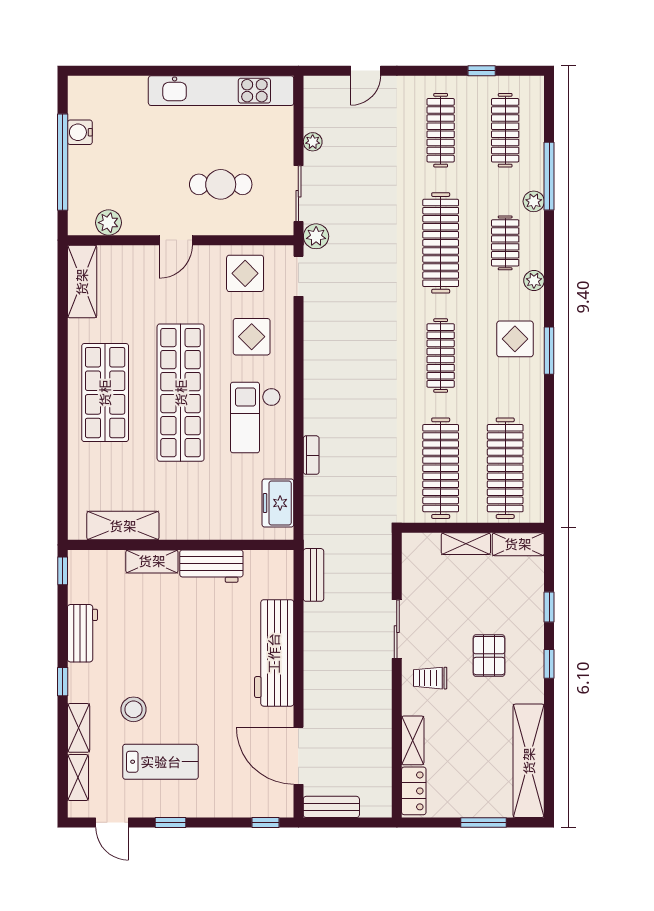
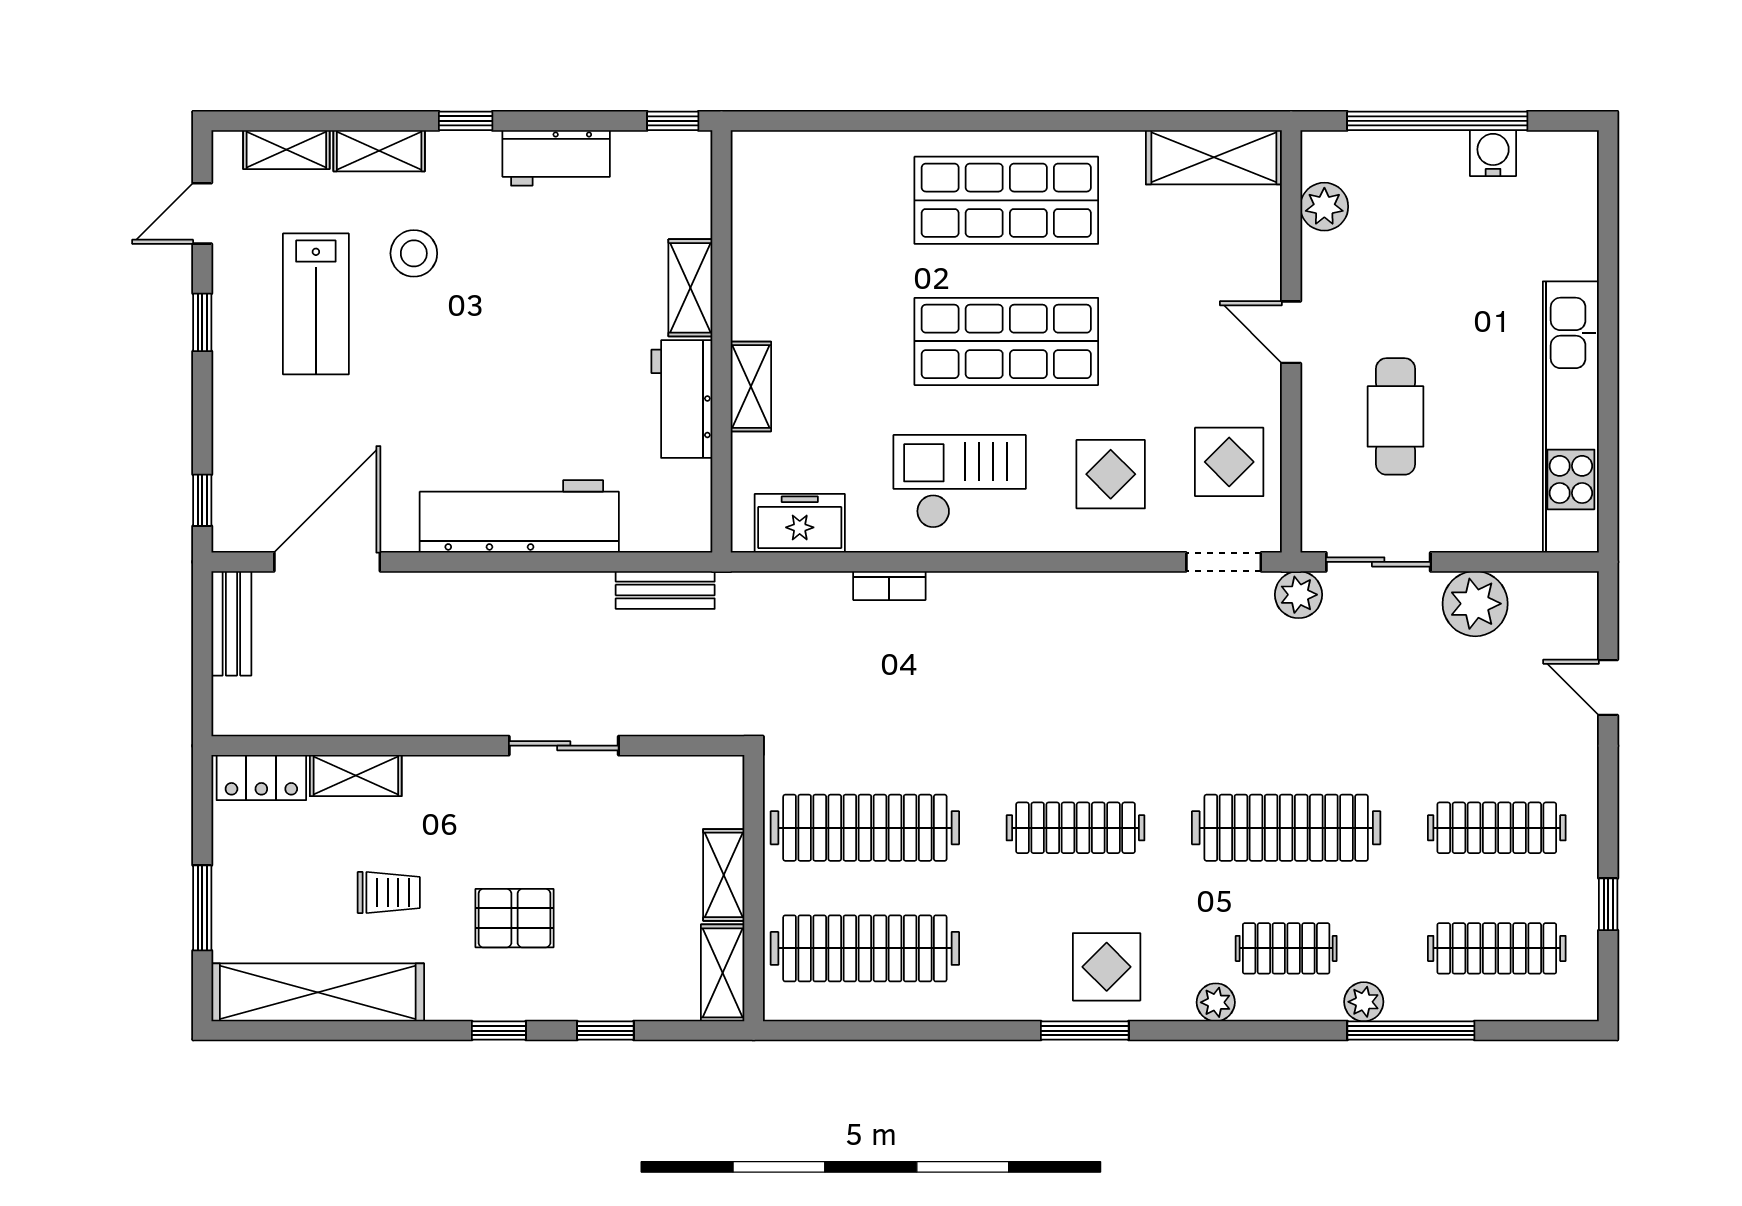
plant: (313, 142) -> (1475, 604), width x1.88, depth x1.88
shop shelf: (181, 393) -> (1006, 341), width x0.71
shelving: (123, 526) -> (751, 386), moved, width x0.67, depth x0.75
trolley: (430, 678) -> (389, 892), moved, turned 90

